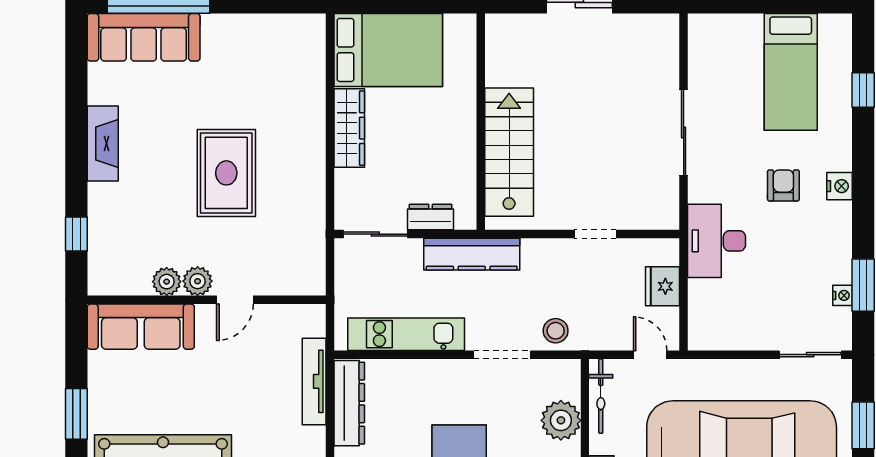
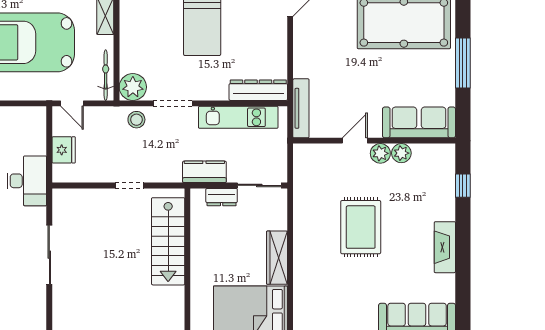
doorway: (595, 234) -> (130, 185), moved
kitchen counter: (472, 254) -> (204, 172), width x0.67
tv unit: (314, 381) -> (301, 108), moved
dresser: (349, 403) -> (258, 90), moved, turned 90
window: (76, 414) -> (463, 63), width x1.44
plant: (561, 420) -> (133, 87), moved

